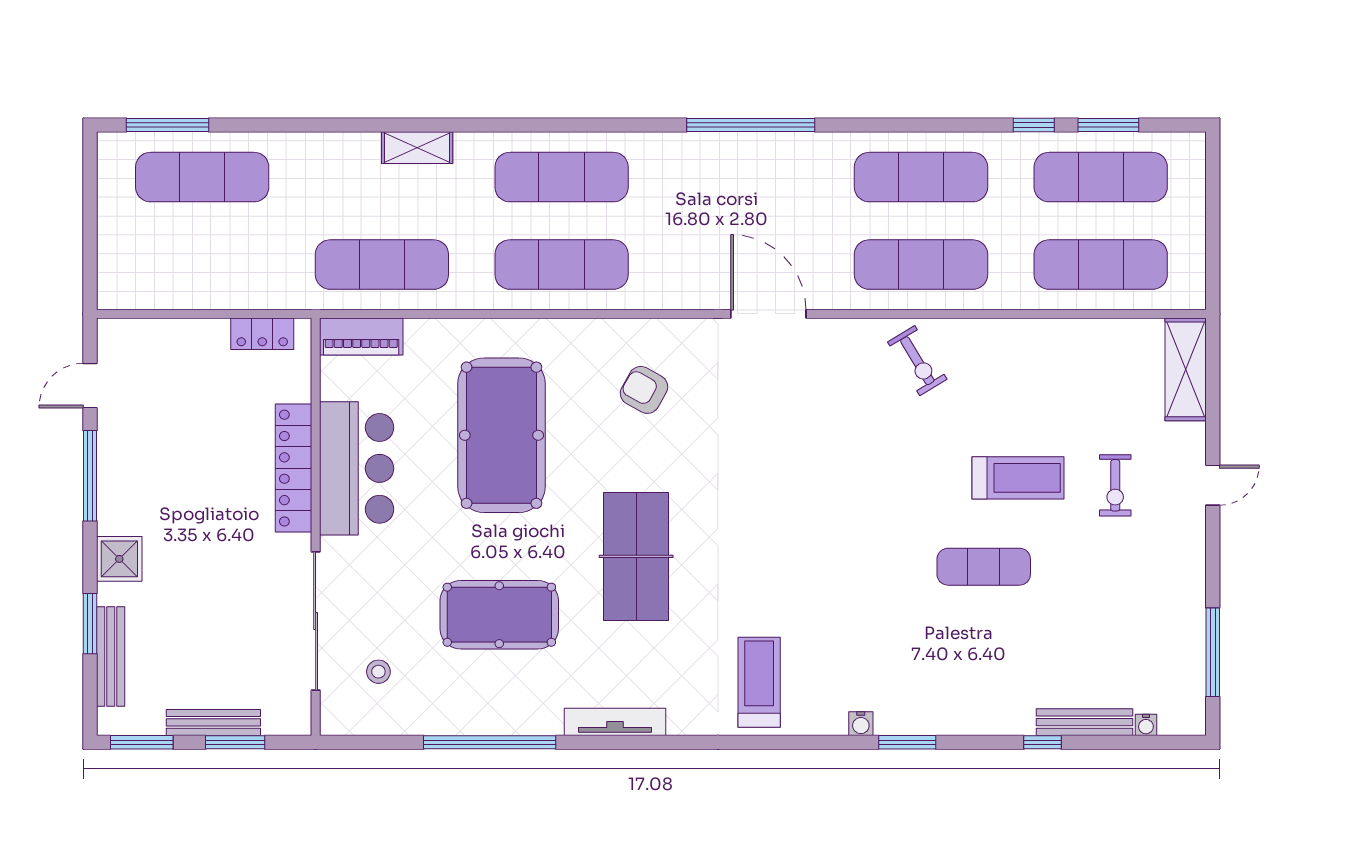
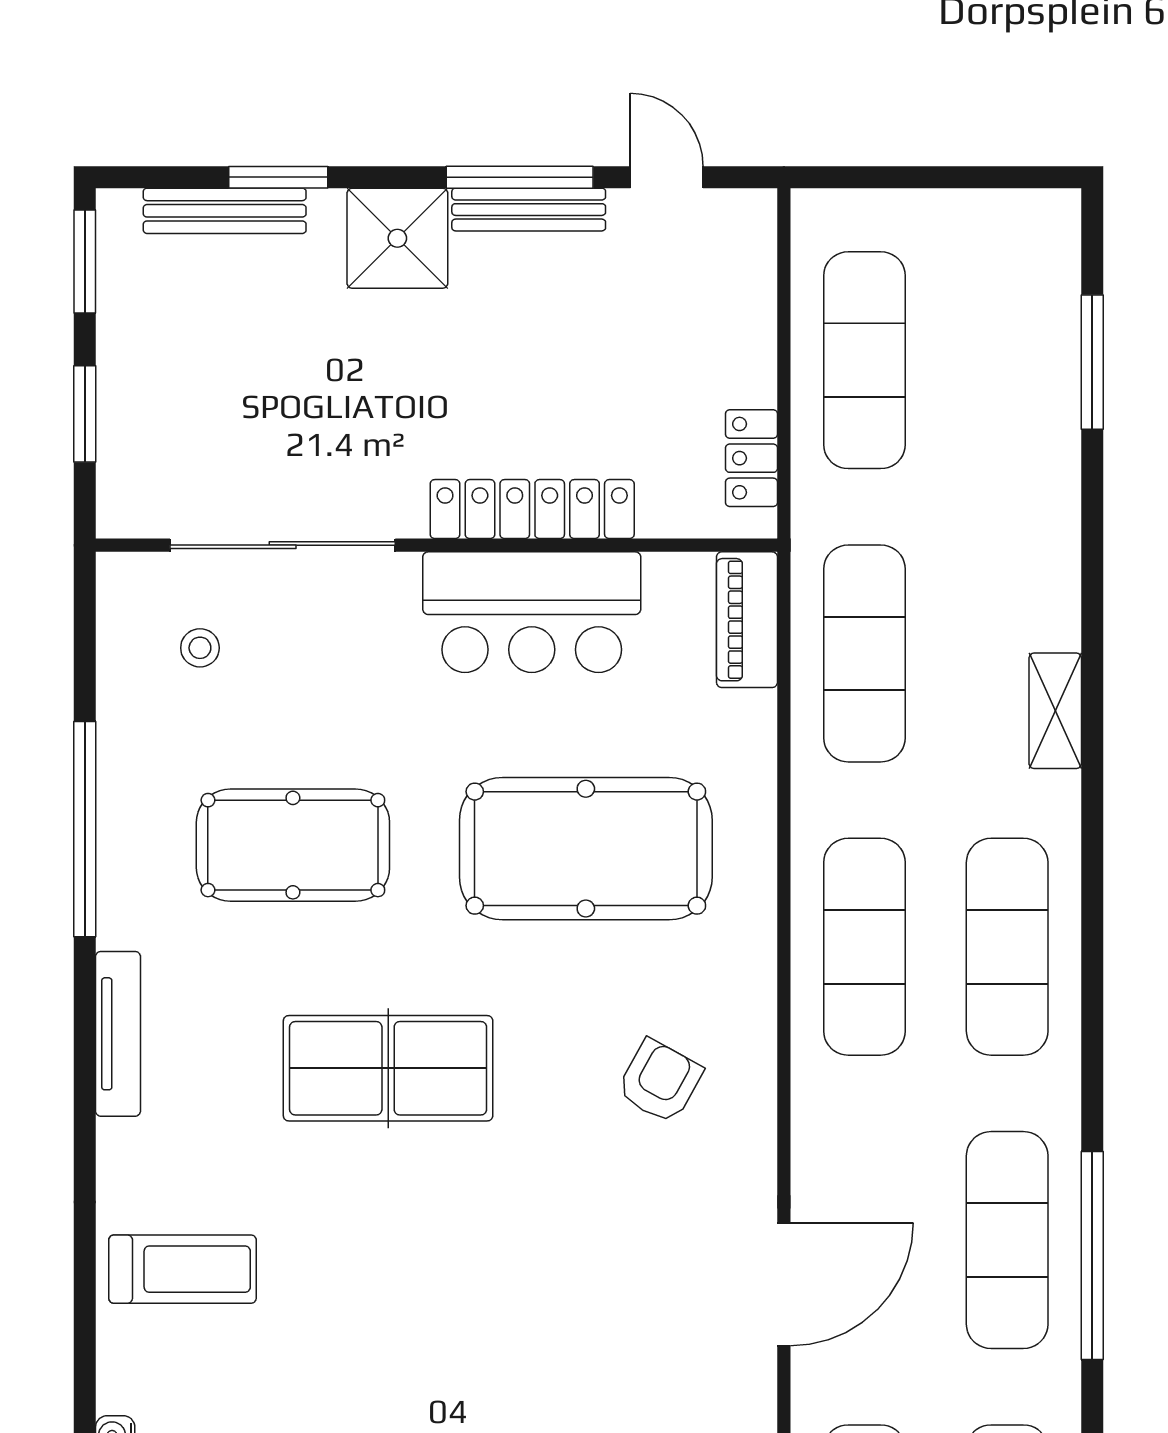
window: (168, 125) -> (1092, 362), moved
exercise mat: (202, 177) -> (864, 360), moved
exercise mat: (741, 177) -> (1007, 1240), added
shower: (119, 559) -> (397, 238), width x1.36, depth x1.36
pool table: (499, 615) -> (293, 845), turned 90
bench: (213, 722) -> (529, 210), moved, turned 90

